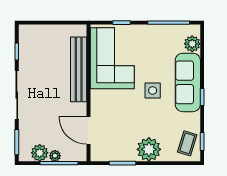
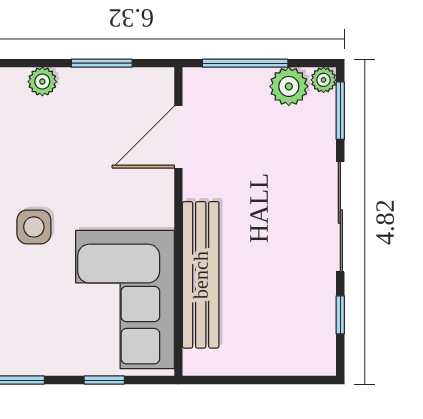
door: (89, 130) -> (178, 137), swing flipped
plant: (149, 149) -> (42, 82), width x0.53, depth x0.53
plant: (55, 156) -> (324, 80), moved

